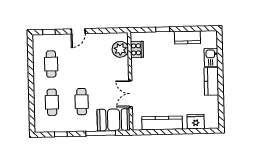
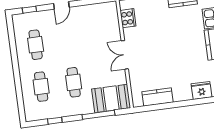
plant: (120, 49) -> (110, 20), removed
double door: (130, 94) -> (125, 55), moved
kitchen counter: (162, 123) -> (158, 97), width x0.67

